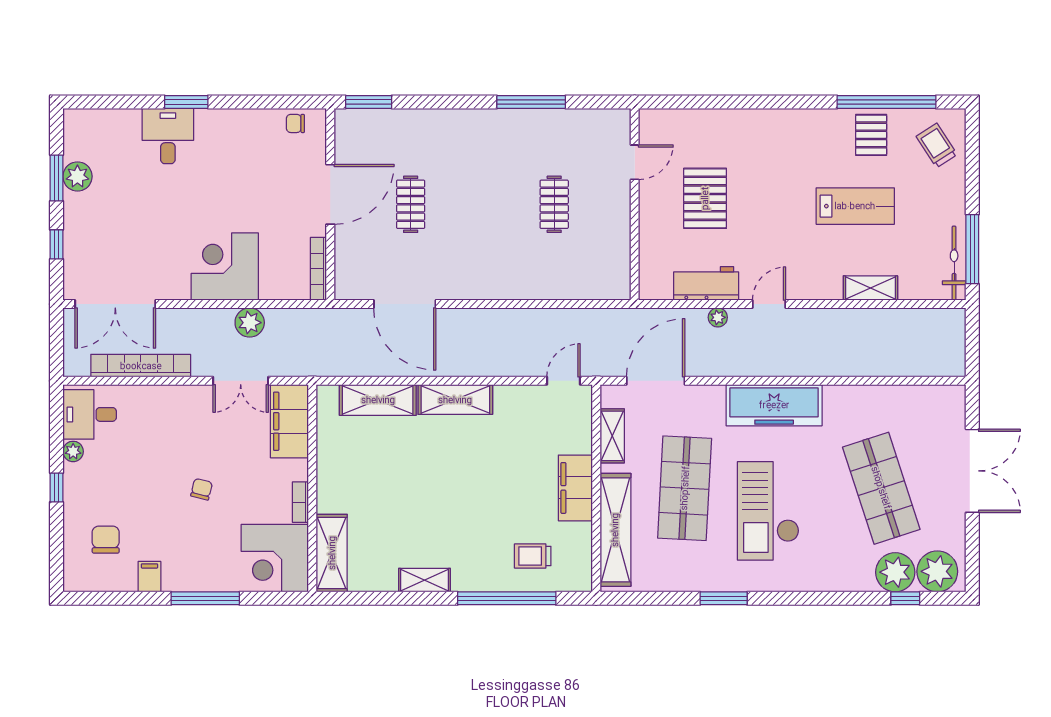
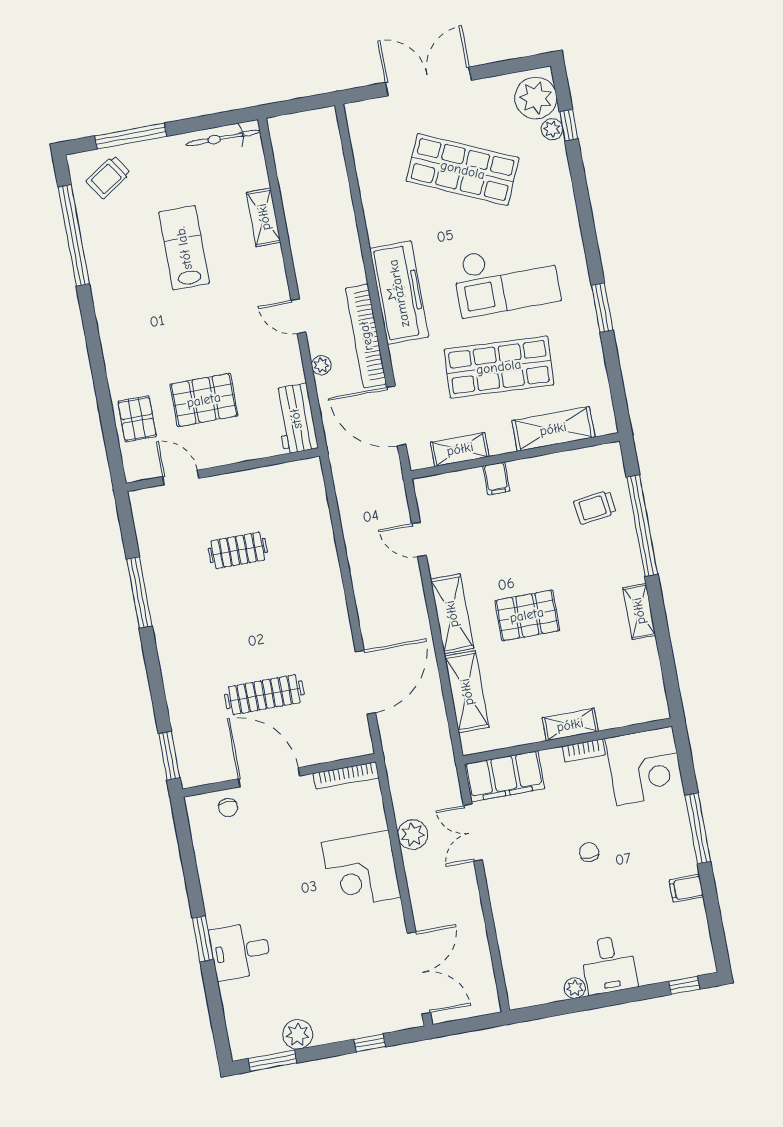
chair: (295, 123) -> (228, 807), moved
pallet: (871, 135) -> (137, 419), moved, turned 90
window: (57, 178) -> (272, 1061), moved
clothes rail: (411, 204) -> (264, 695), width x1.36
window: (972, 249) -> (131, 136), moved
workbench: (706, 283) -> (296, 419), moved
bookcase: (141, 366) -> (366, 336), moved
double door: (241, 381) -> (473, 833), swing flipped
door: (563, 381) -> (419, 539), moved
desk: (90, 414) -> (609, 965), moved
pallet: (440, 472) -> (527, 615), added
window: (57, 487) -> (684, 985), moved
filing cabinet: (575, 488) -> (496, 479), width x0.33, depth x0.86
shop shelf: (881, 488) -> (463, 170), turned 42
chair: (202, 489) -> (589, 852), turned 76
shelving: (615, 530) -> (553, 429), width x0.68
chair: (106, 540) -> (657, 939), removed
shelving: (332, 553) -> (570, 725), moved, width x0.67, depth x0.75
trolley: (533, 556) -> (595, 507), turned 83
plant: (895, 572) -> (552, 129), width x0.53, depth x0.53

